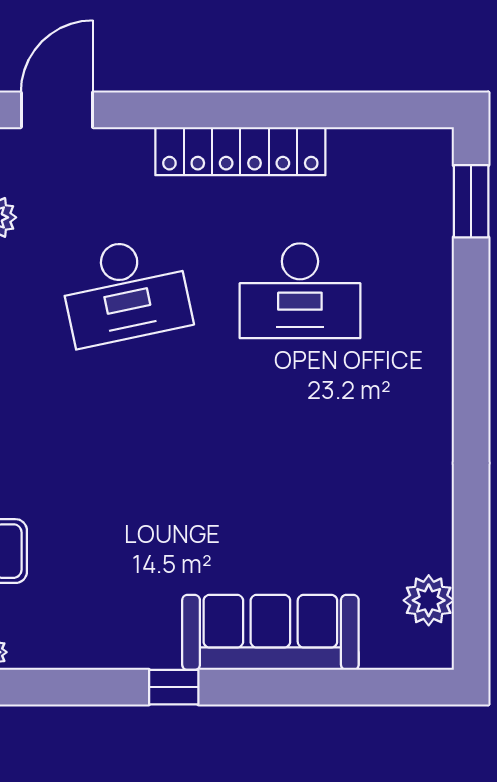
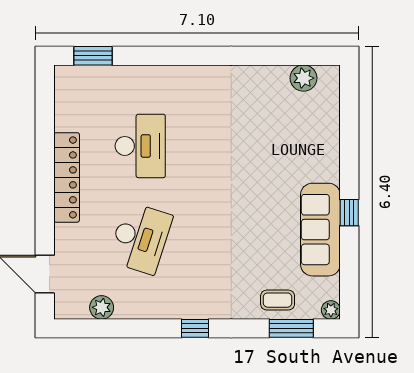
desk: (125, 291) -> (140, 238), turned 30
sofa: (270, 632) -> (320, 230), moved

